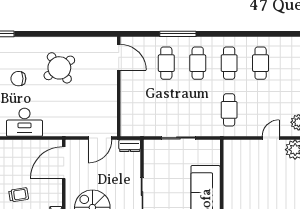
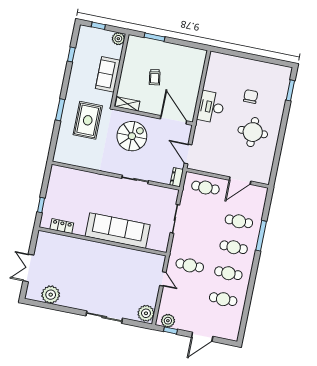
door: (119, 57) -> (240, 181), moved
round table: (59, 68) -> (253, 132), turned 35
cafe table: (135, 110) -> (205, 188), added
desk: (25, 122) -> (211, 107), moved
door: (271, 138) -> (163, 279), moved

